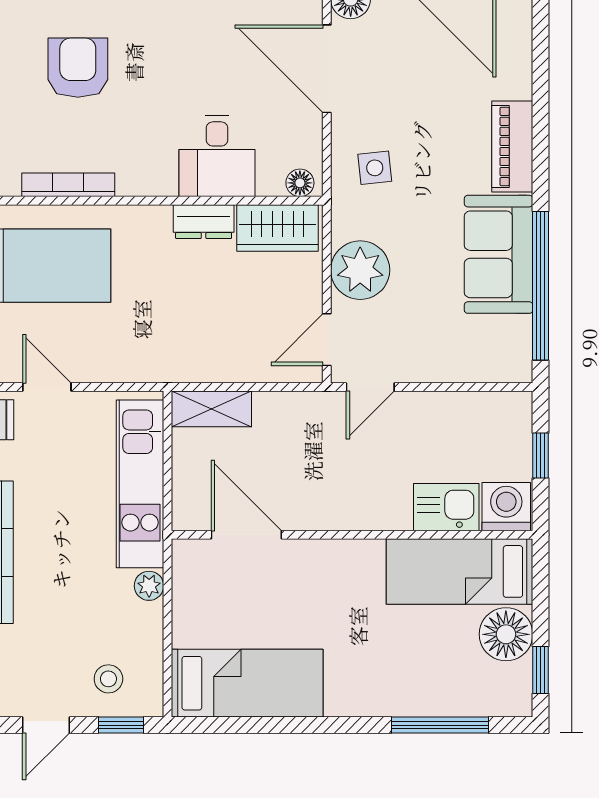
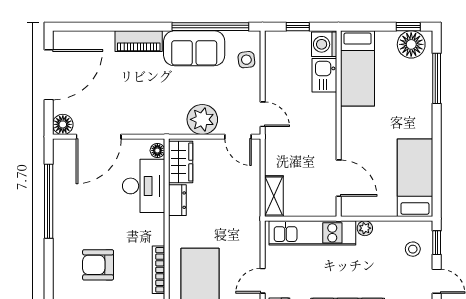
desk: (217, 156) -> (144, 186), width x1.37
side table: (375, 168) -> (246, 60), moved
door: (246, 535) -> (339, 178), swing flipped
floor lamp: (506, 634) -> (411, 44), moved

